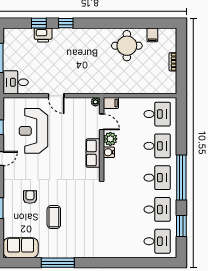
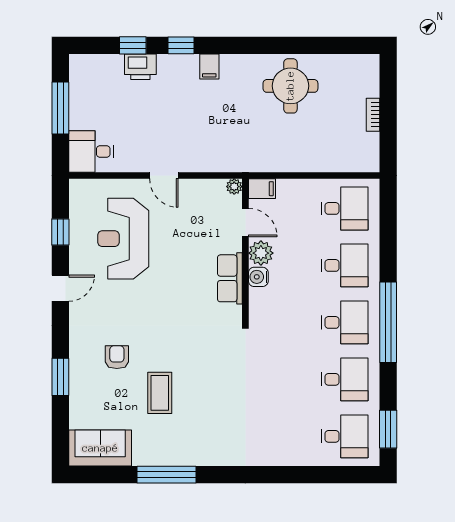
filing cabinet: (152, 35) -> (209, 66), moved
window: (181, 226) -> (388, 429), moved

